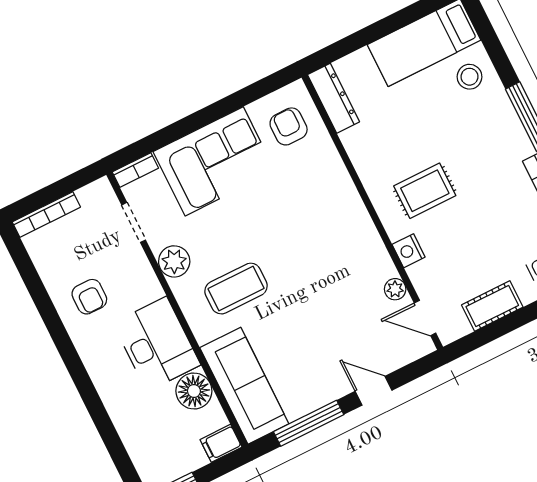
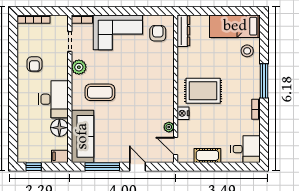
rug: (425, 191) -> (203, 91), width x1.36, depth x1.43

